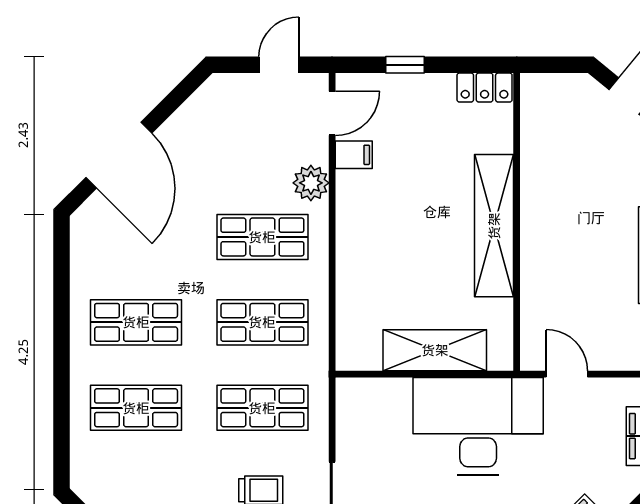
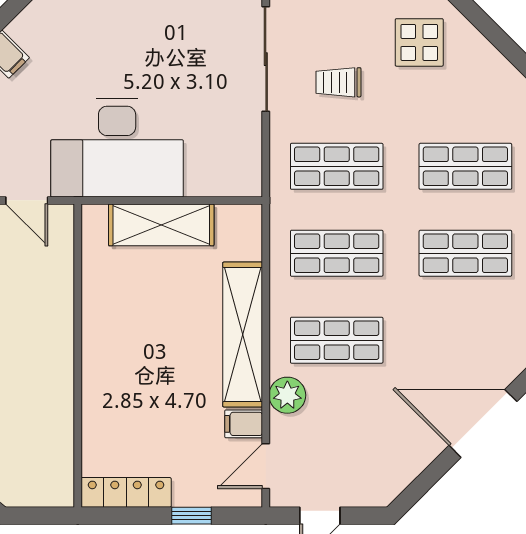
locker: (485, 88) -> (126, 492), width x1.53
door: (119, 155) -> (483, 423), hinge flipped
shelving: (494, 226) -> (243, 335), moved

